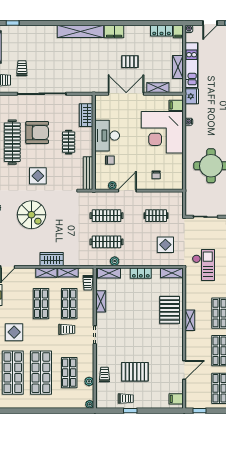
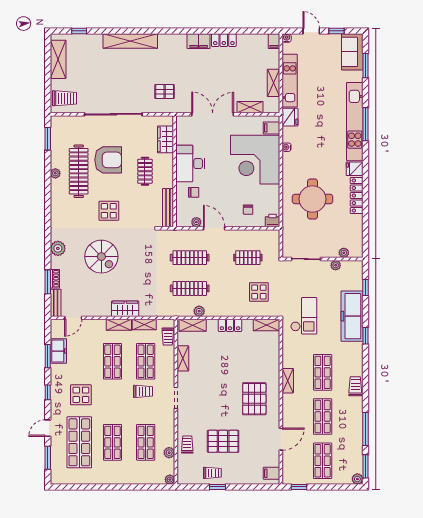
door: (210, 23) -> (311, 31), swing flipped
shelving: (81, 31) -> (130, 41), moved
locker: (162, 31) -> (224, 40), moved
pallet: (130, 62) -> (165, 92), moved
trolley: (22, 68) -> (90, 84), removed
printer: (177, 184) -> (273, 220), added
door: (127, 191) -> (214, 228), hinge flipped
pallet: (170, 310) -> (254, 399), moved
shop shelf: (41, 373) -> (112, 442), width x0.70, depth x0.74

